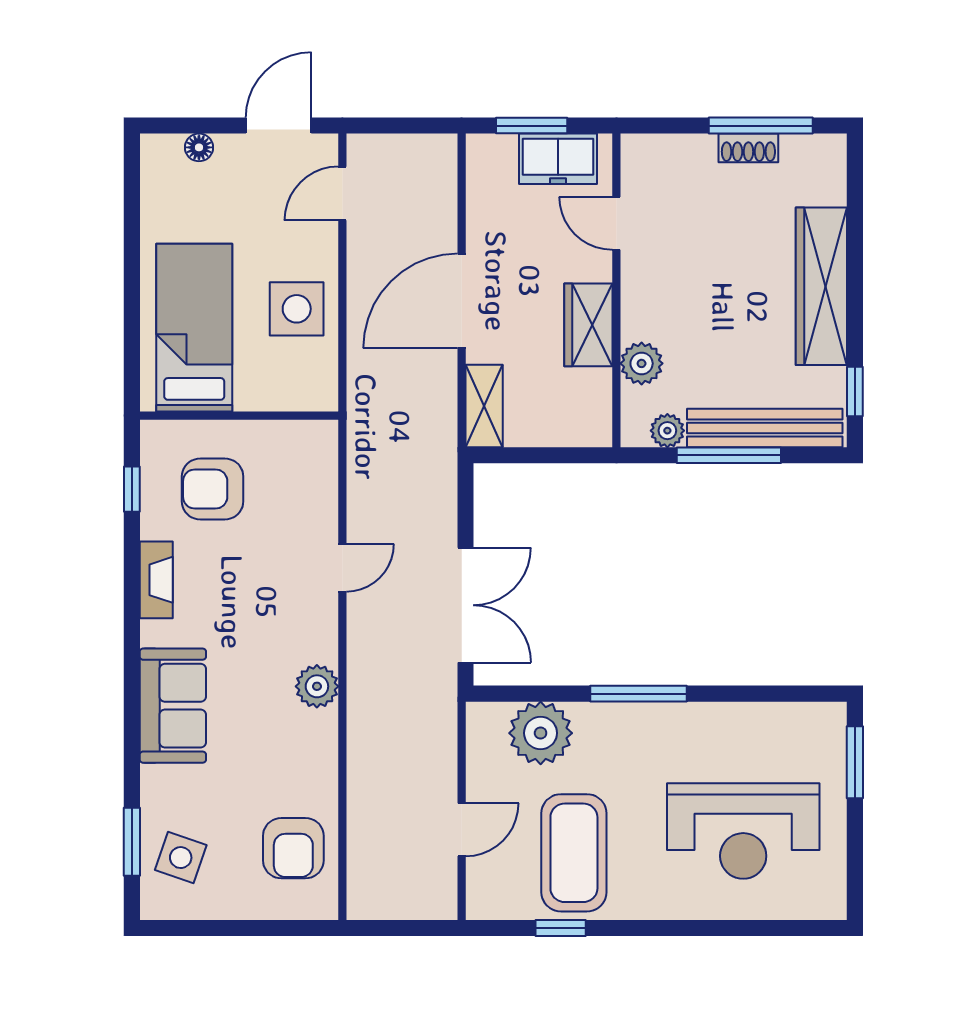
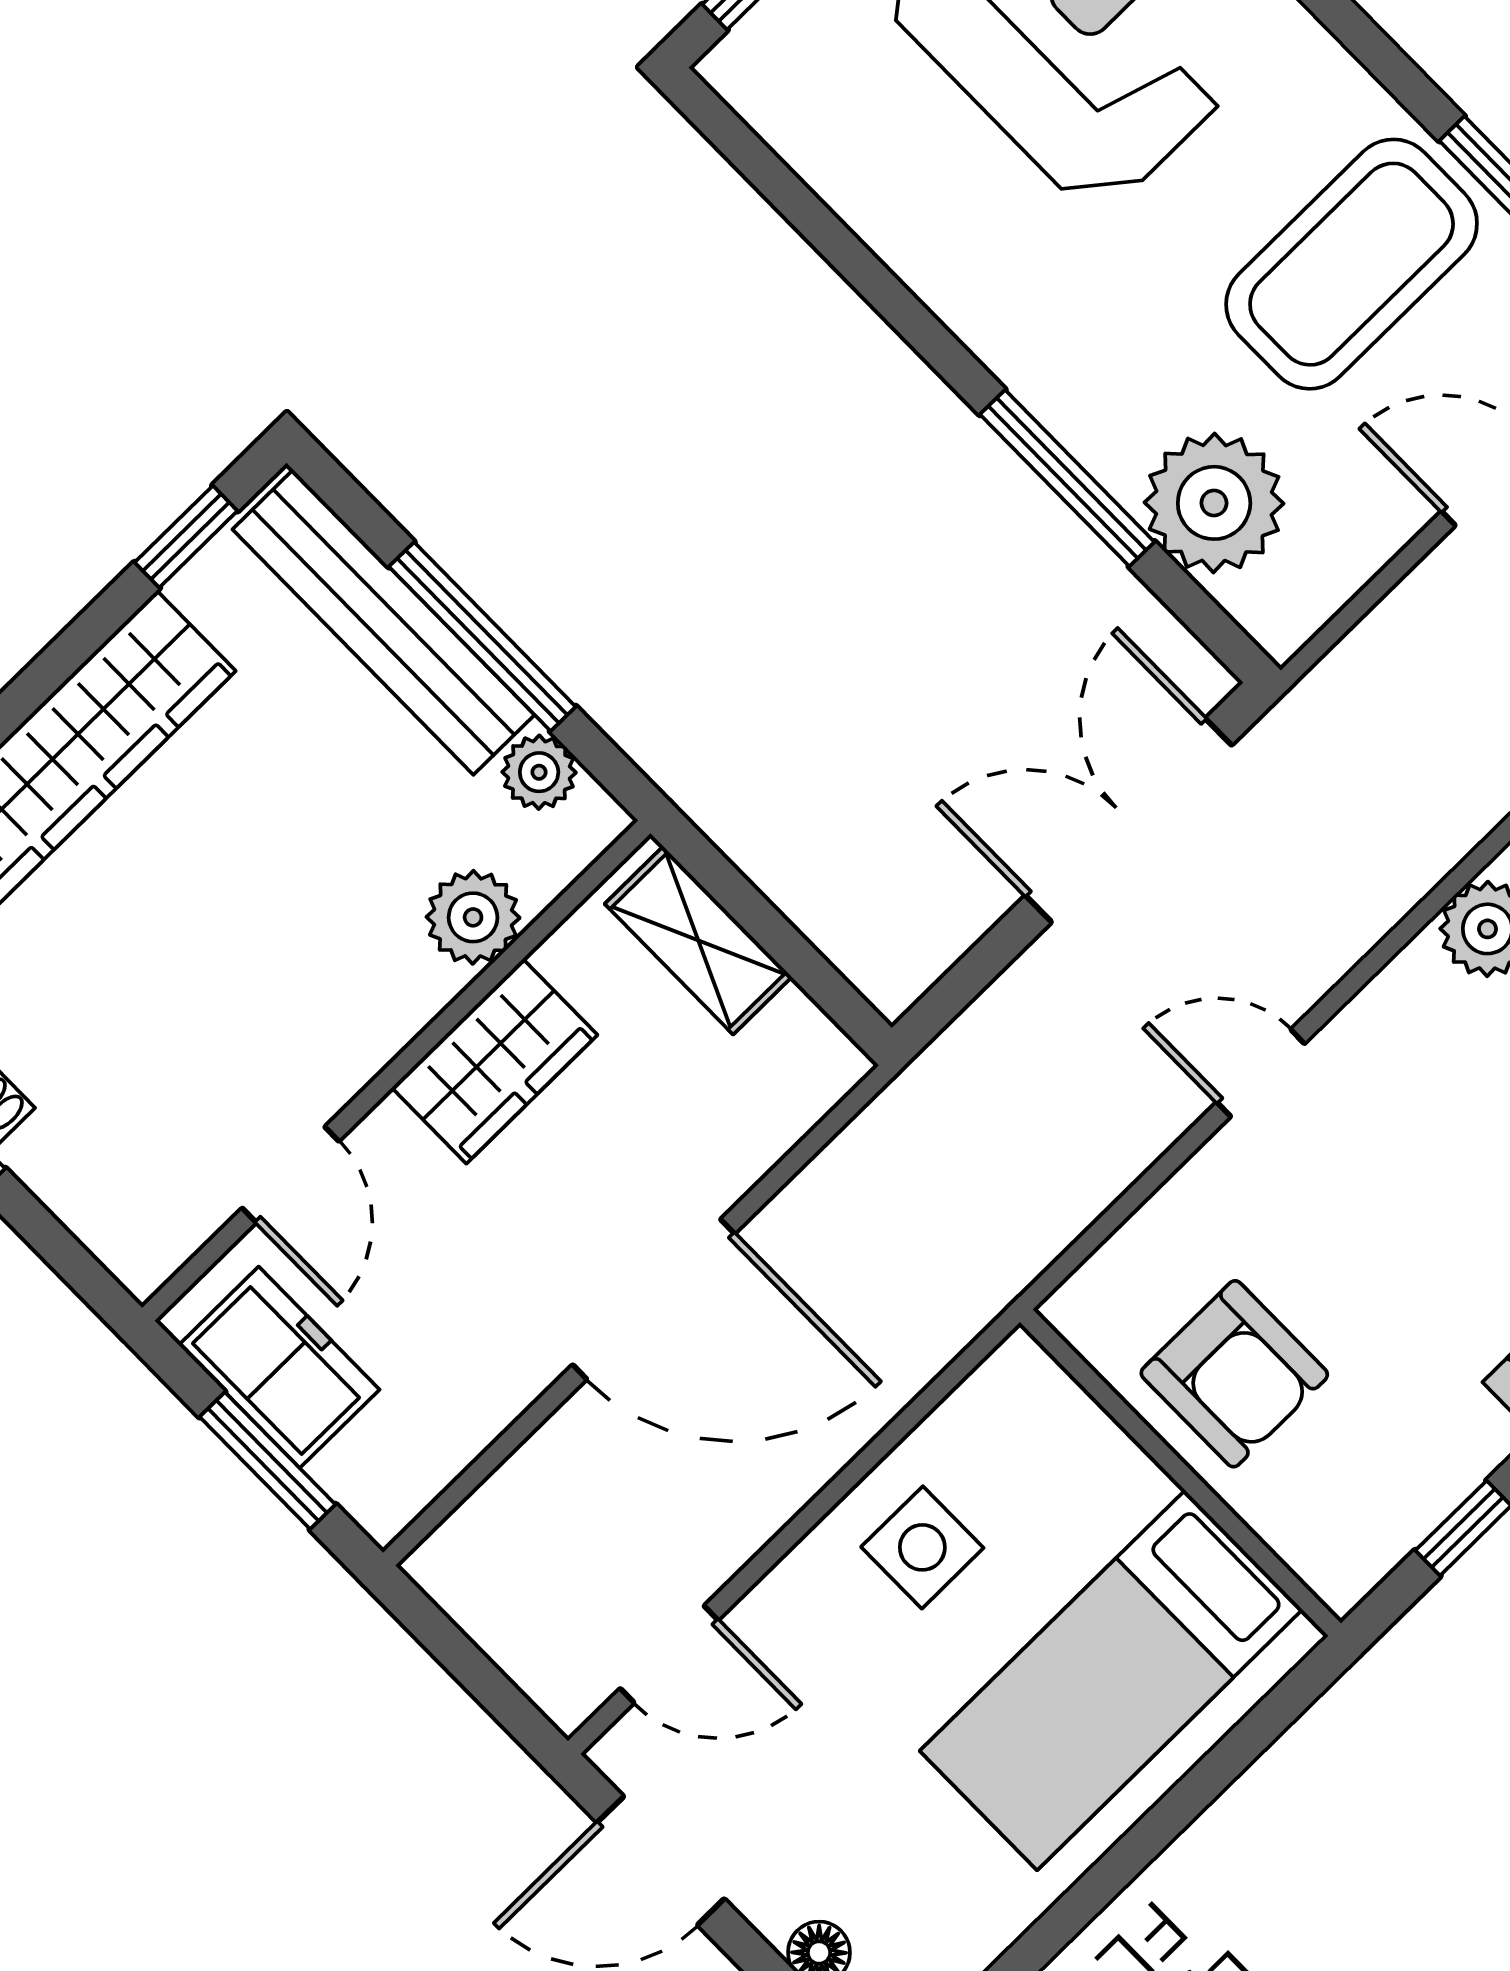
side table: (297, 309) -> (922, 1547), width x0.73, depth x0.73
shelving: (484, 406) -> (698, 940), moved, turned 90
armchair: (213, 489) -> (1234, 1374), moved
window: (638, 694) -> (1067, 478), moved

